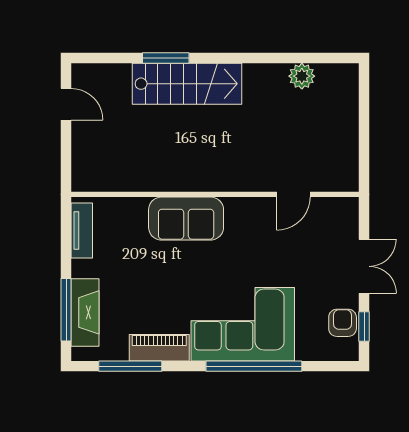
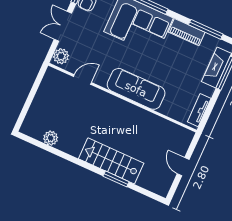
door: (66, 104) -> (183, 167), moved
plant: (345, 216) -> (61, 56), added
sofa: (186, 219) -> (136, 89), width x1.36

